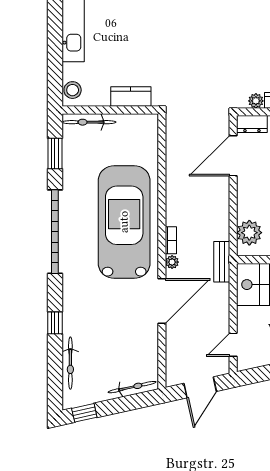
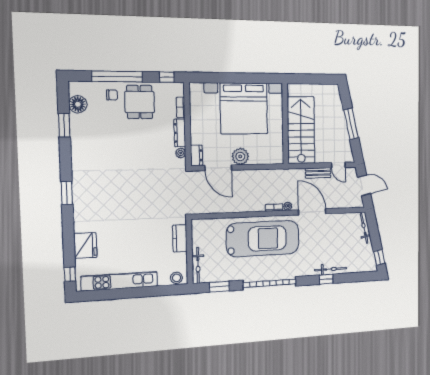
car: (124, 222) -> (263, 239), turned 180
plant: (249, 233) -> (240, 156), moved
bench: (222, 262) -> (318, 173), moved
bicycle: (70, 363) -> (331, 269), moved

